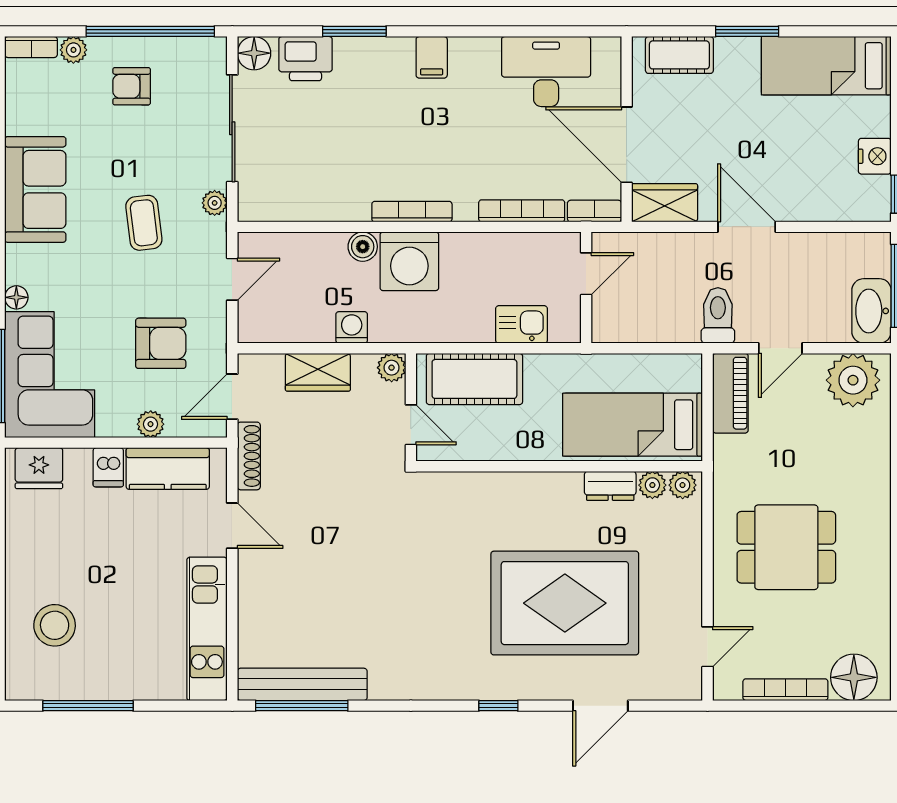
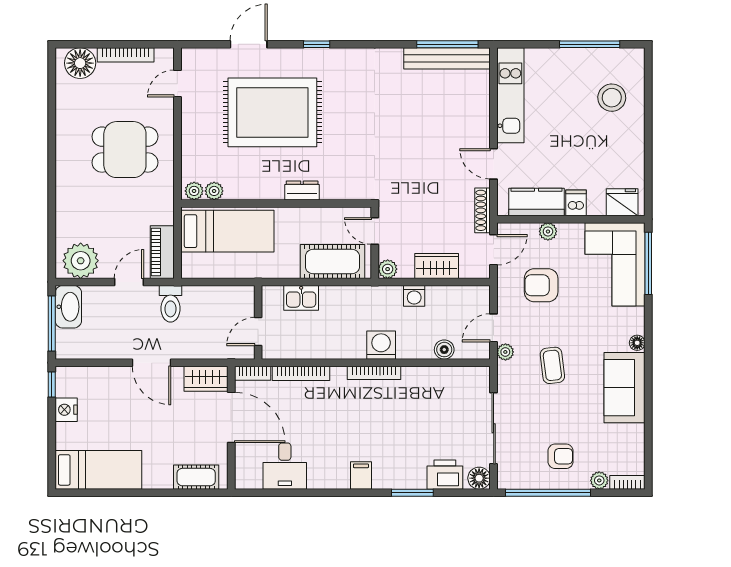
window: (747, 31) -> (151, 493), removed
desk: (546, 71) -> (285, 466), width x0.73
plant: (215, 203) -> (505, 352), moved
boiler: (363, 247) -> (444, 350), moved
washing machine: (409, 261) -> (381, 345), width x0.73, depth x0.73
floor lamp: (16, 297) -> (637, 343), moved
dresser: (610, 486) -> (302, 190), moved

